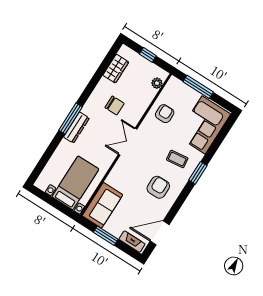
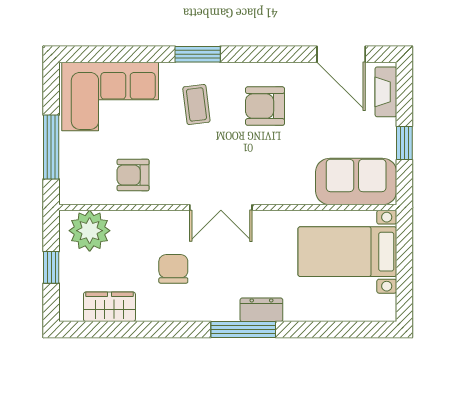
plant: (157, 83) -> (90, 231), width x1.88, depth x1.88
dresser: (76, 128) -> (261, 310), width x0.70
window: (106, 236) -> (404, 143), width x0.67

